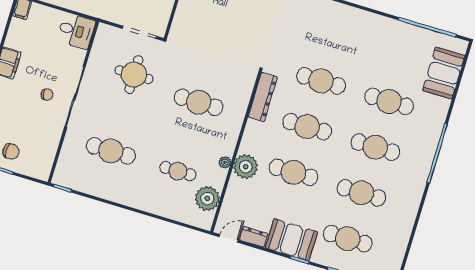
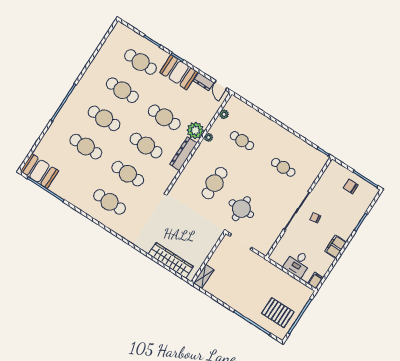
desk: (76, 31) -> (298, 263), moved, turned -90
cafe table: (335, 35) -> (110, 202), added
booth: (444, 73) -> (39, 171), moved, turned 90
round table: (134, 75) -> (241, 209), moved
dresser: (263, 97) -> (183, 154), moved
cafe table: (199, 102) -> (215, 183), turned 90
cafe table: (111, 151) -> (283, 167), width x0.73, depth x0.74
plant: (207, 198) -> (224, 114), width x0.53, depth x0.53
door: (229, 238) -> (221, 85), hinge flipped

